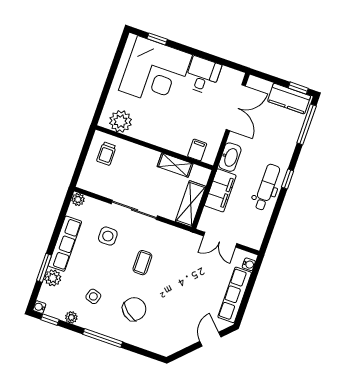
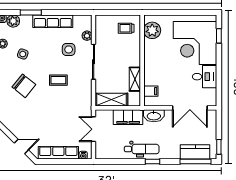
kitchen counter: (289, 99) -> (195, 152), moved, turned 90
plant: (78, 199) -> (87, 36), moved
plant: (53, 278) -> (13, 21), moved

